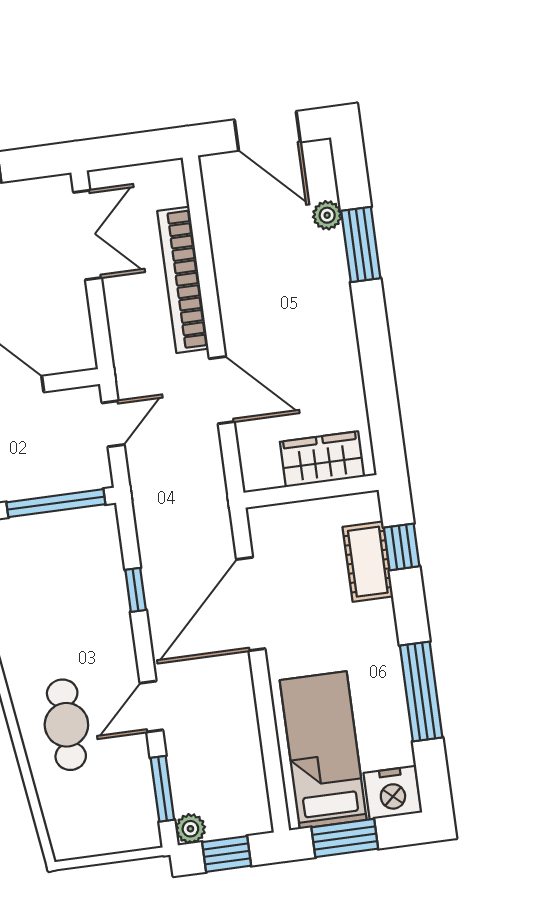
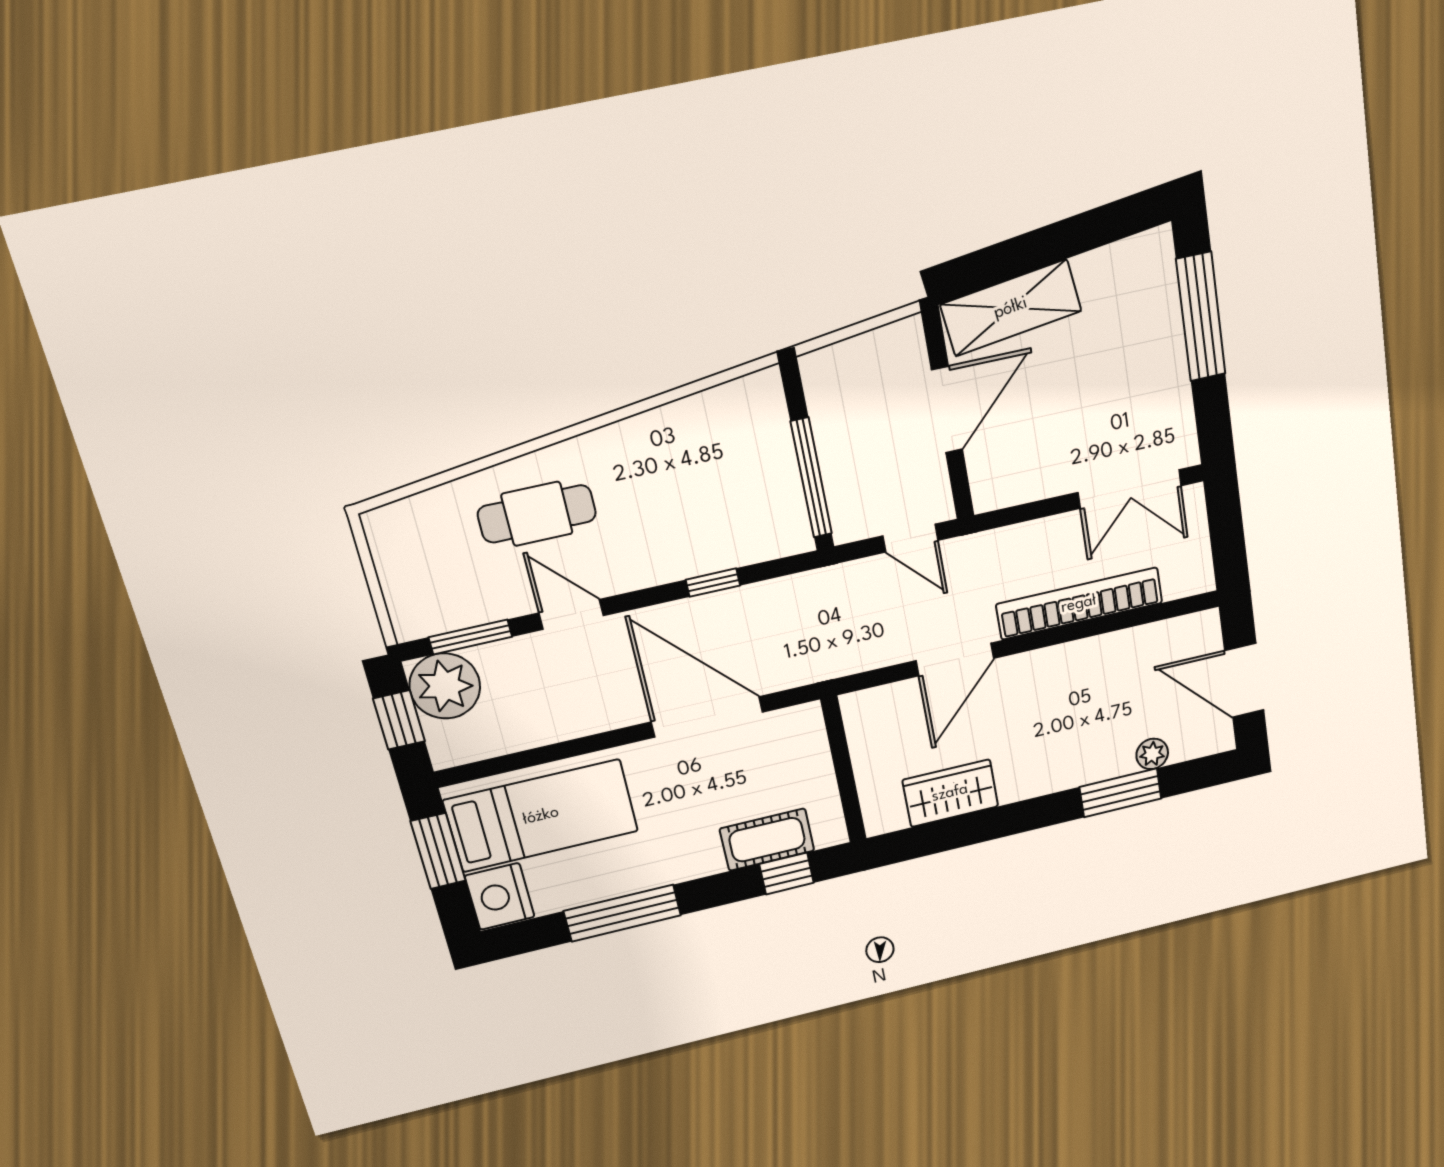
door: (267, 131) -> (1244, 680), hinge flipped
wardrobe: (322, 459) -> (950, 793), moved, turned -90
plant: (190, 829) -> (445, 686), width x1.87, depth x1.87

